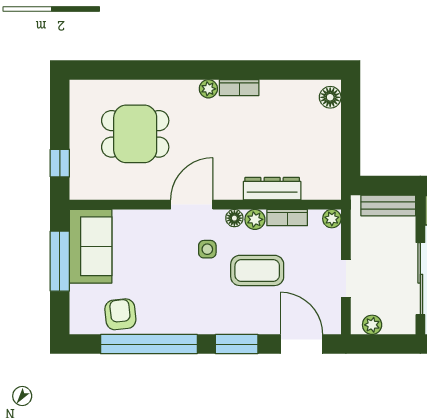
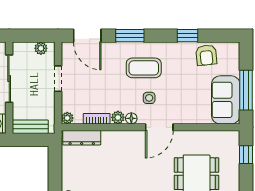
dresser: (272, 189) -> (82, 138), moved
coffee table: (257, 270) -> (144, 68), moved
window: (149, 344) -> (187, 36), width x0.32

